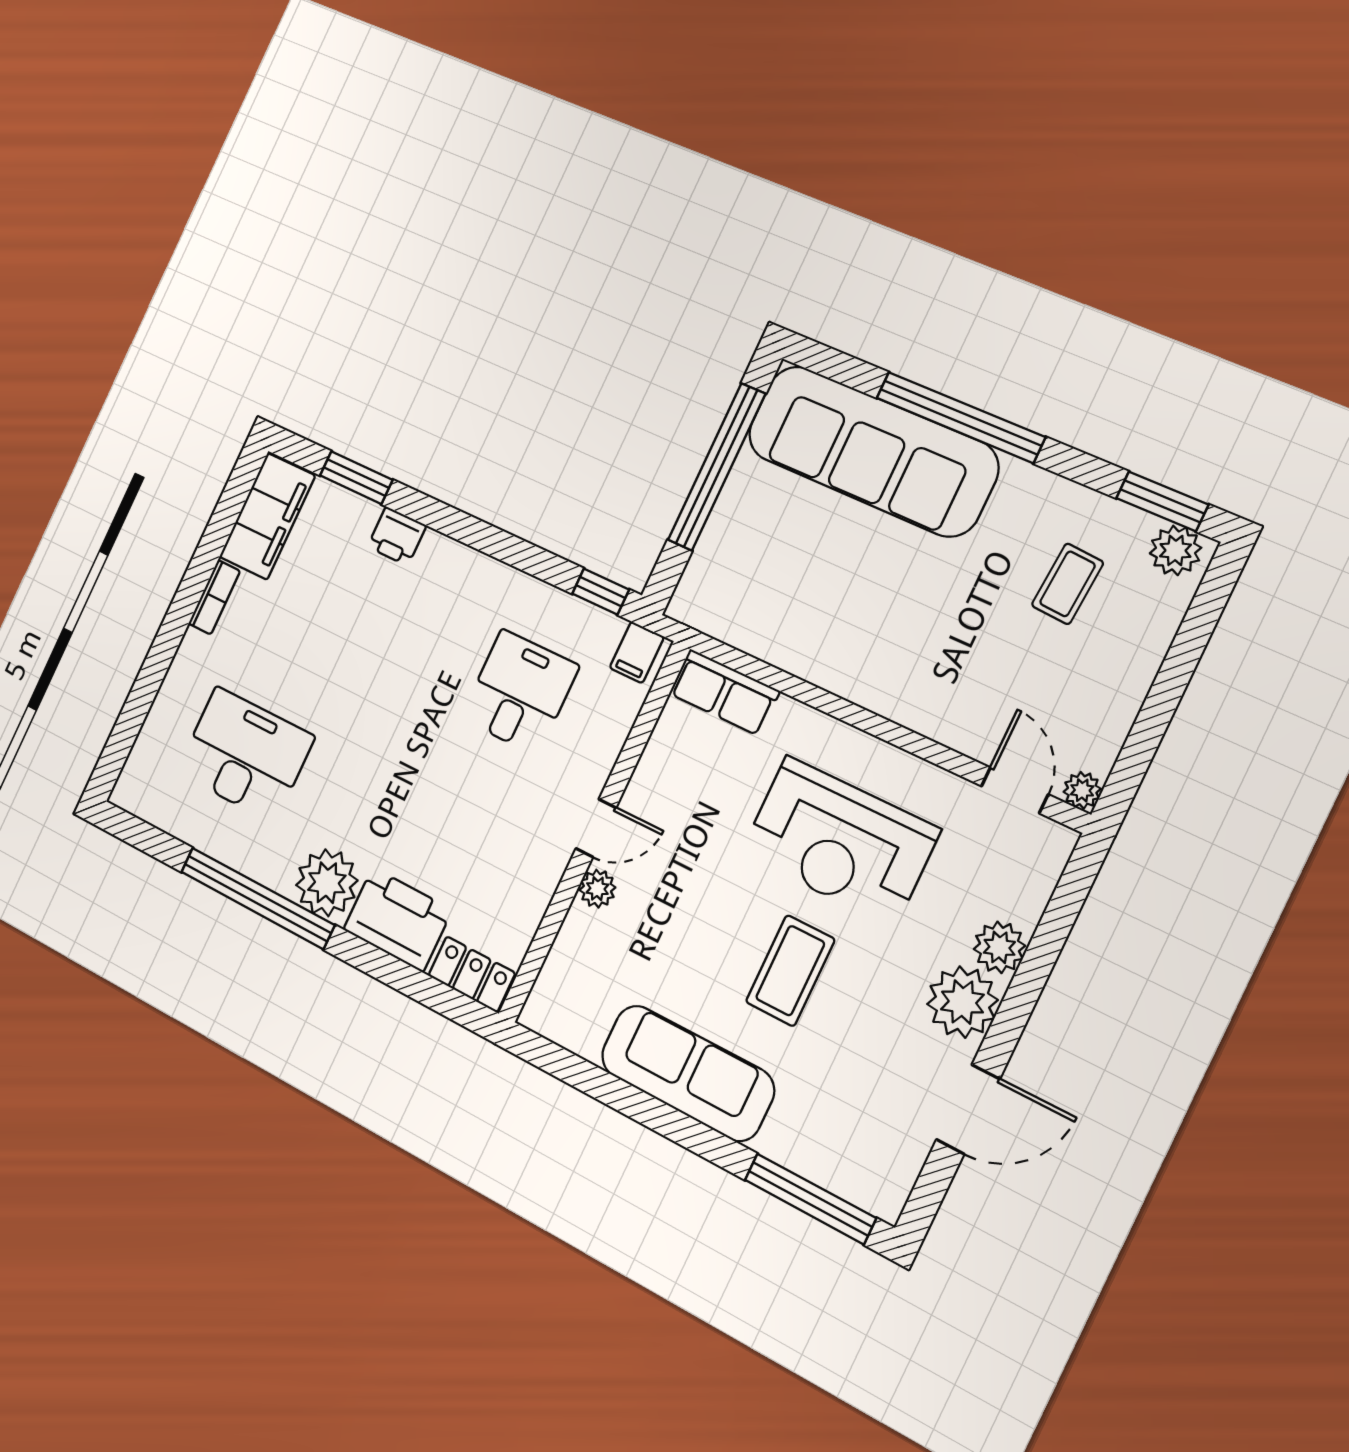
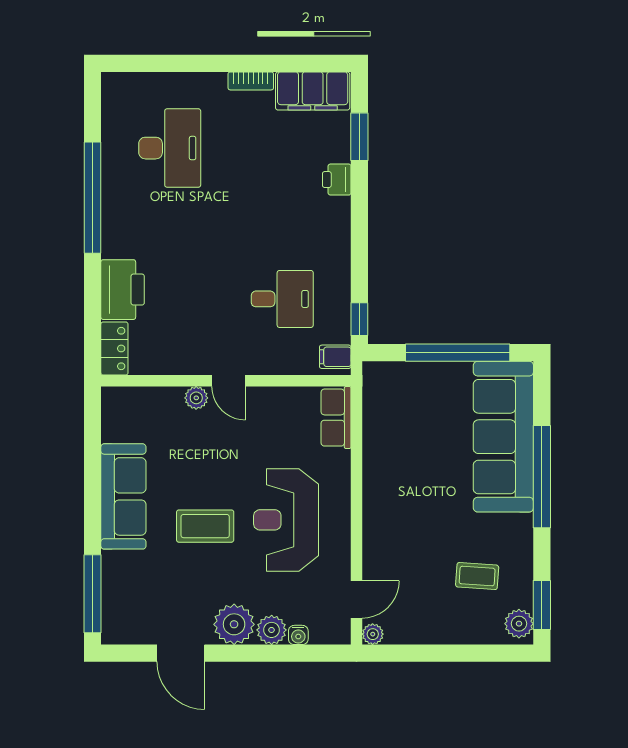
plant: (327, 883) -> (122, 236), removed
water cooler: (1028, 909) -> (298, 635), added

